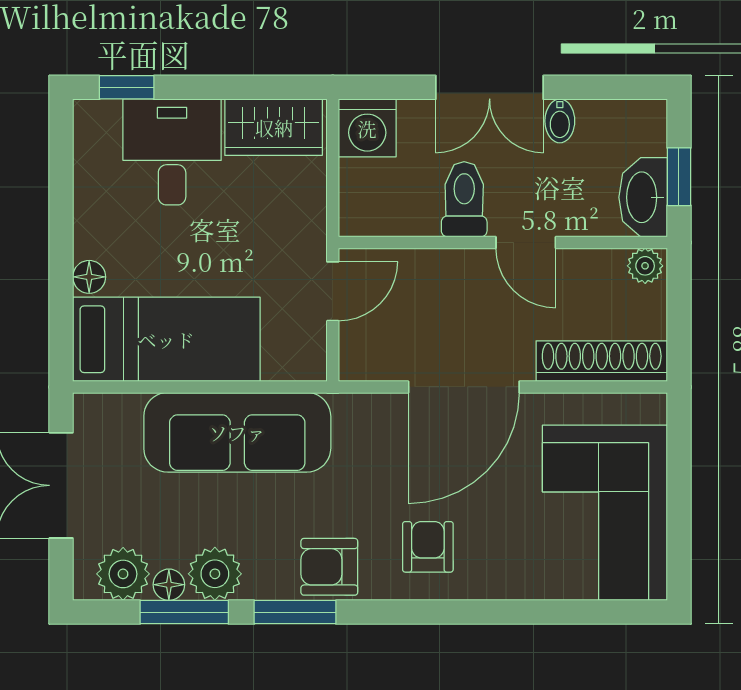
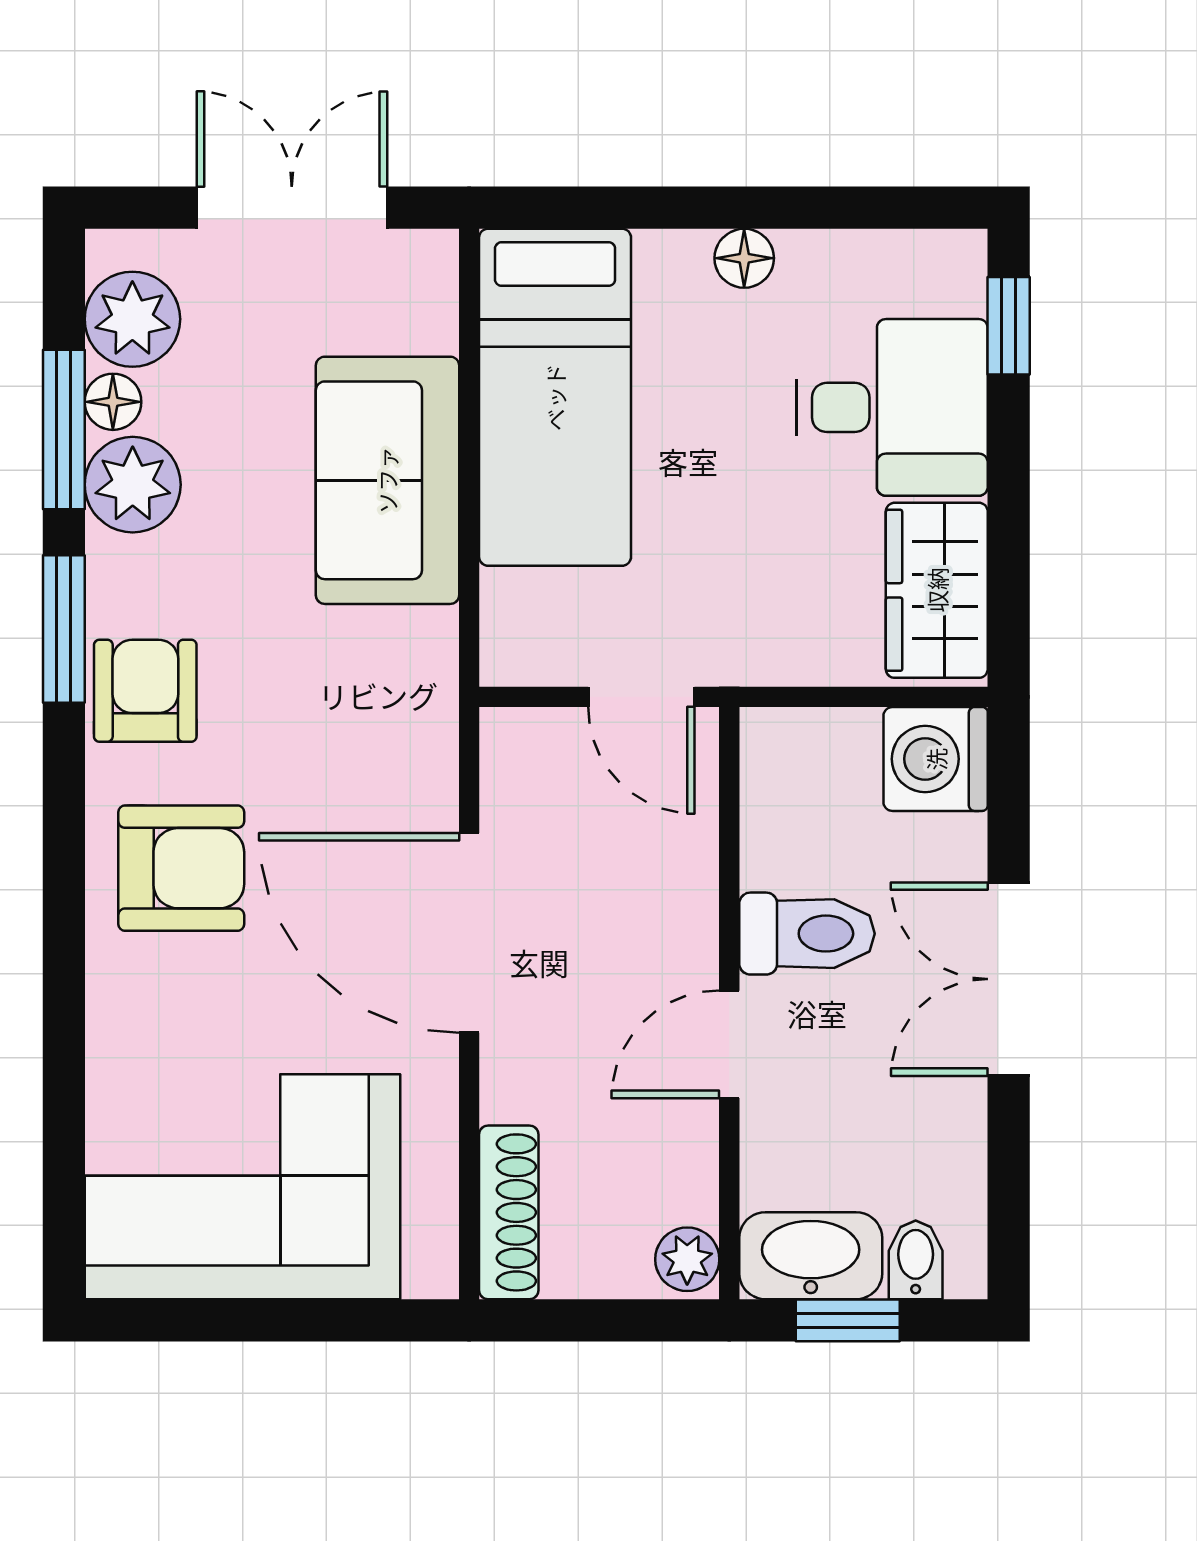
bidet: (560, 121) -> (916, 1260), moved, turned 90
floor lamp: (89, 277) -> (744, 258), moved
shoe rack: (602, 361) -> (509, 1212), width x0.74, depth x0.81
sofa: (237, 432) -> (387, 480), width x0.73
armchair: (428, 547) -> (181, 868), width x1.38, depth x1.38

